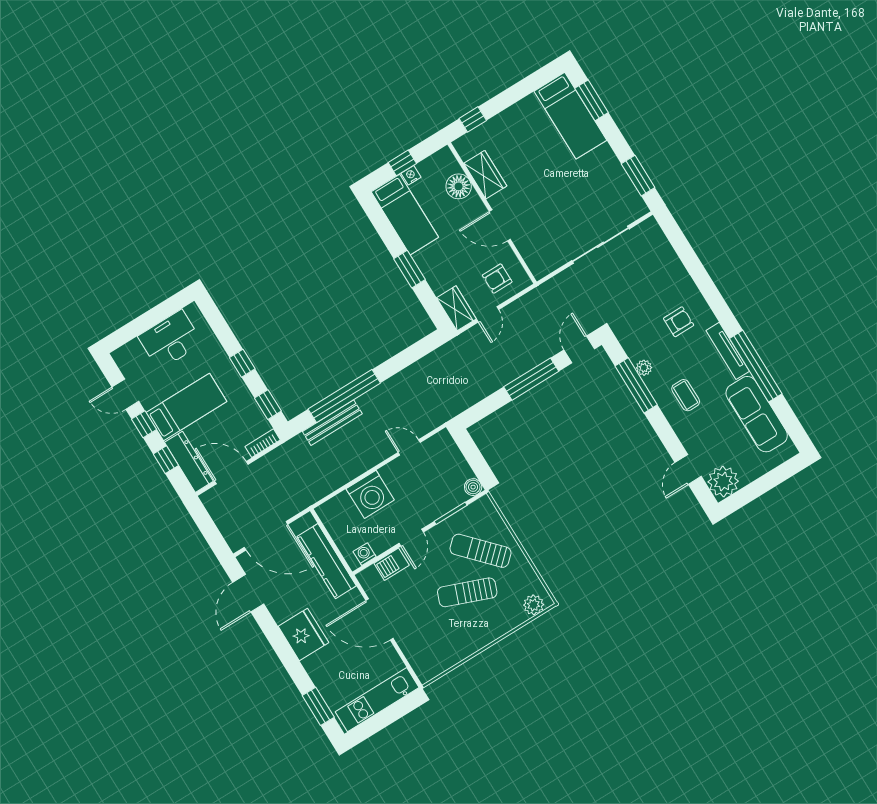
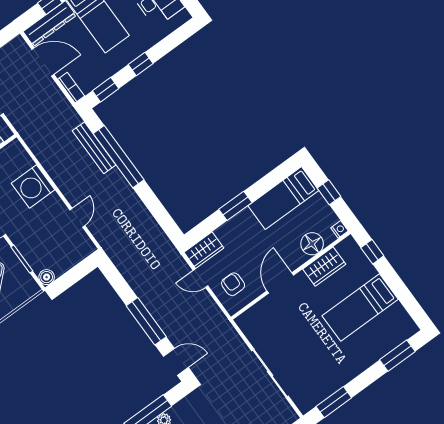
bed: (570, 116) -> (360, 307), moved
nightstand: (411, 175) -> (339, 229), moved
door: (231, 473) -> (43, 62), hinge flipped

